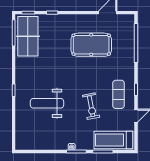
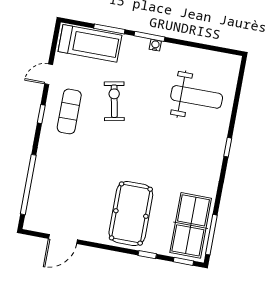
pool table: (91, 45) -> (131, 214), moved, turned 90
weight bench: (47, 103) -> (197, 97), moved

